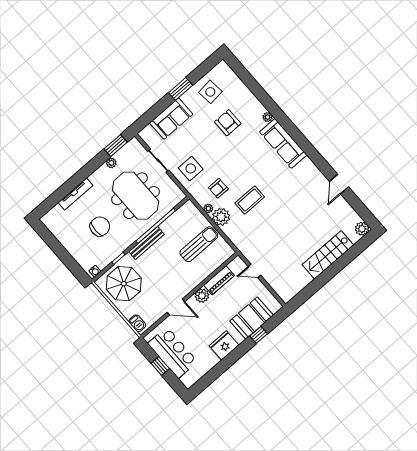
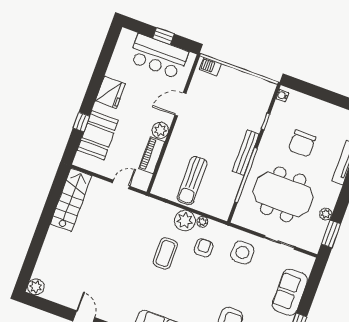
stairs: (328, 255) -> (71, 200), moved
parasol: (124, 284) -> (246, 99), removed

